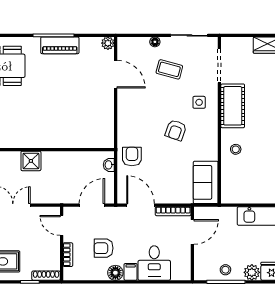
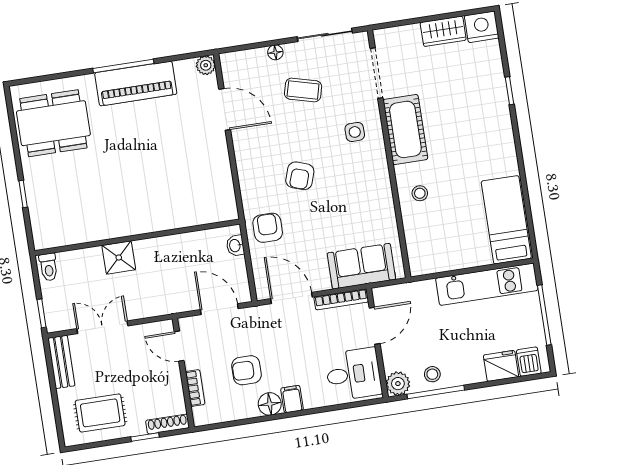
piano: (60, 45) -> (136, 84), width x1.37, depth x1.33
armchair: (176, 130) -> (300, 176), moved
sofa: (206, 182) -> (361, 266), moved, turned 90
door: (92, 205) -> (219, 309), hinge flipped
desk: (154, 263) -> (353, 374), moved, turned -90
plant: (252, 272) -> (398, 384), moved

